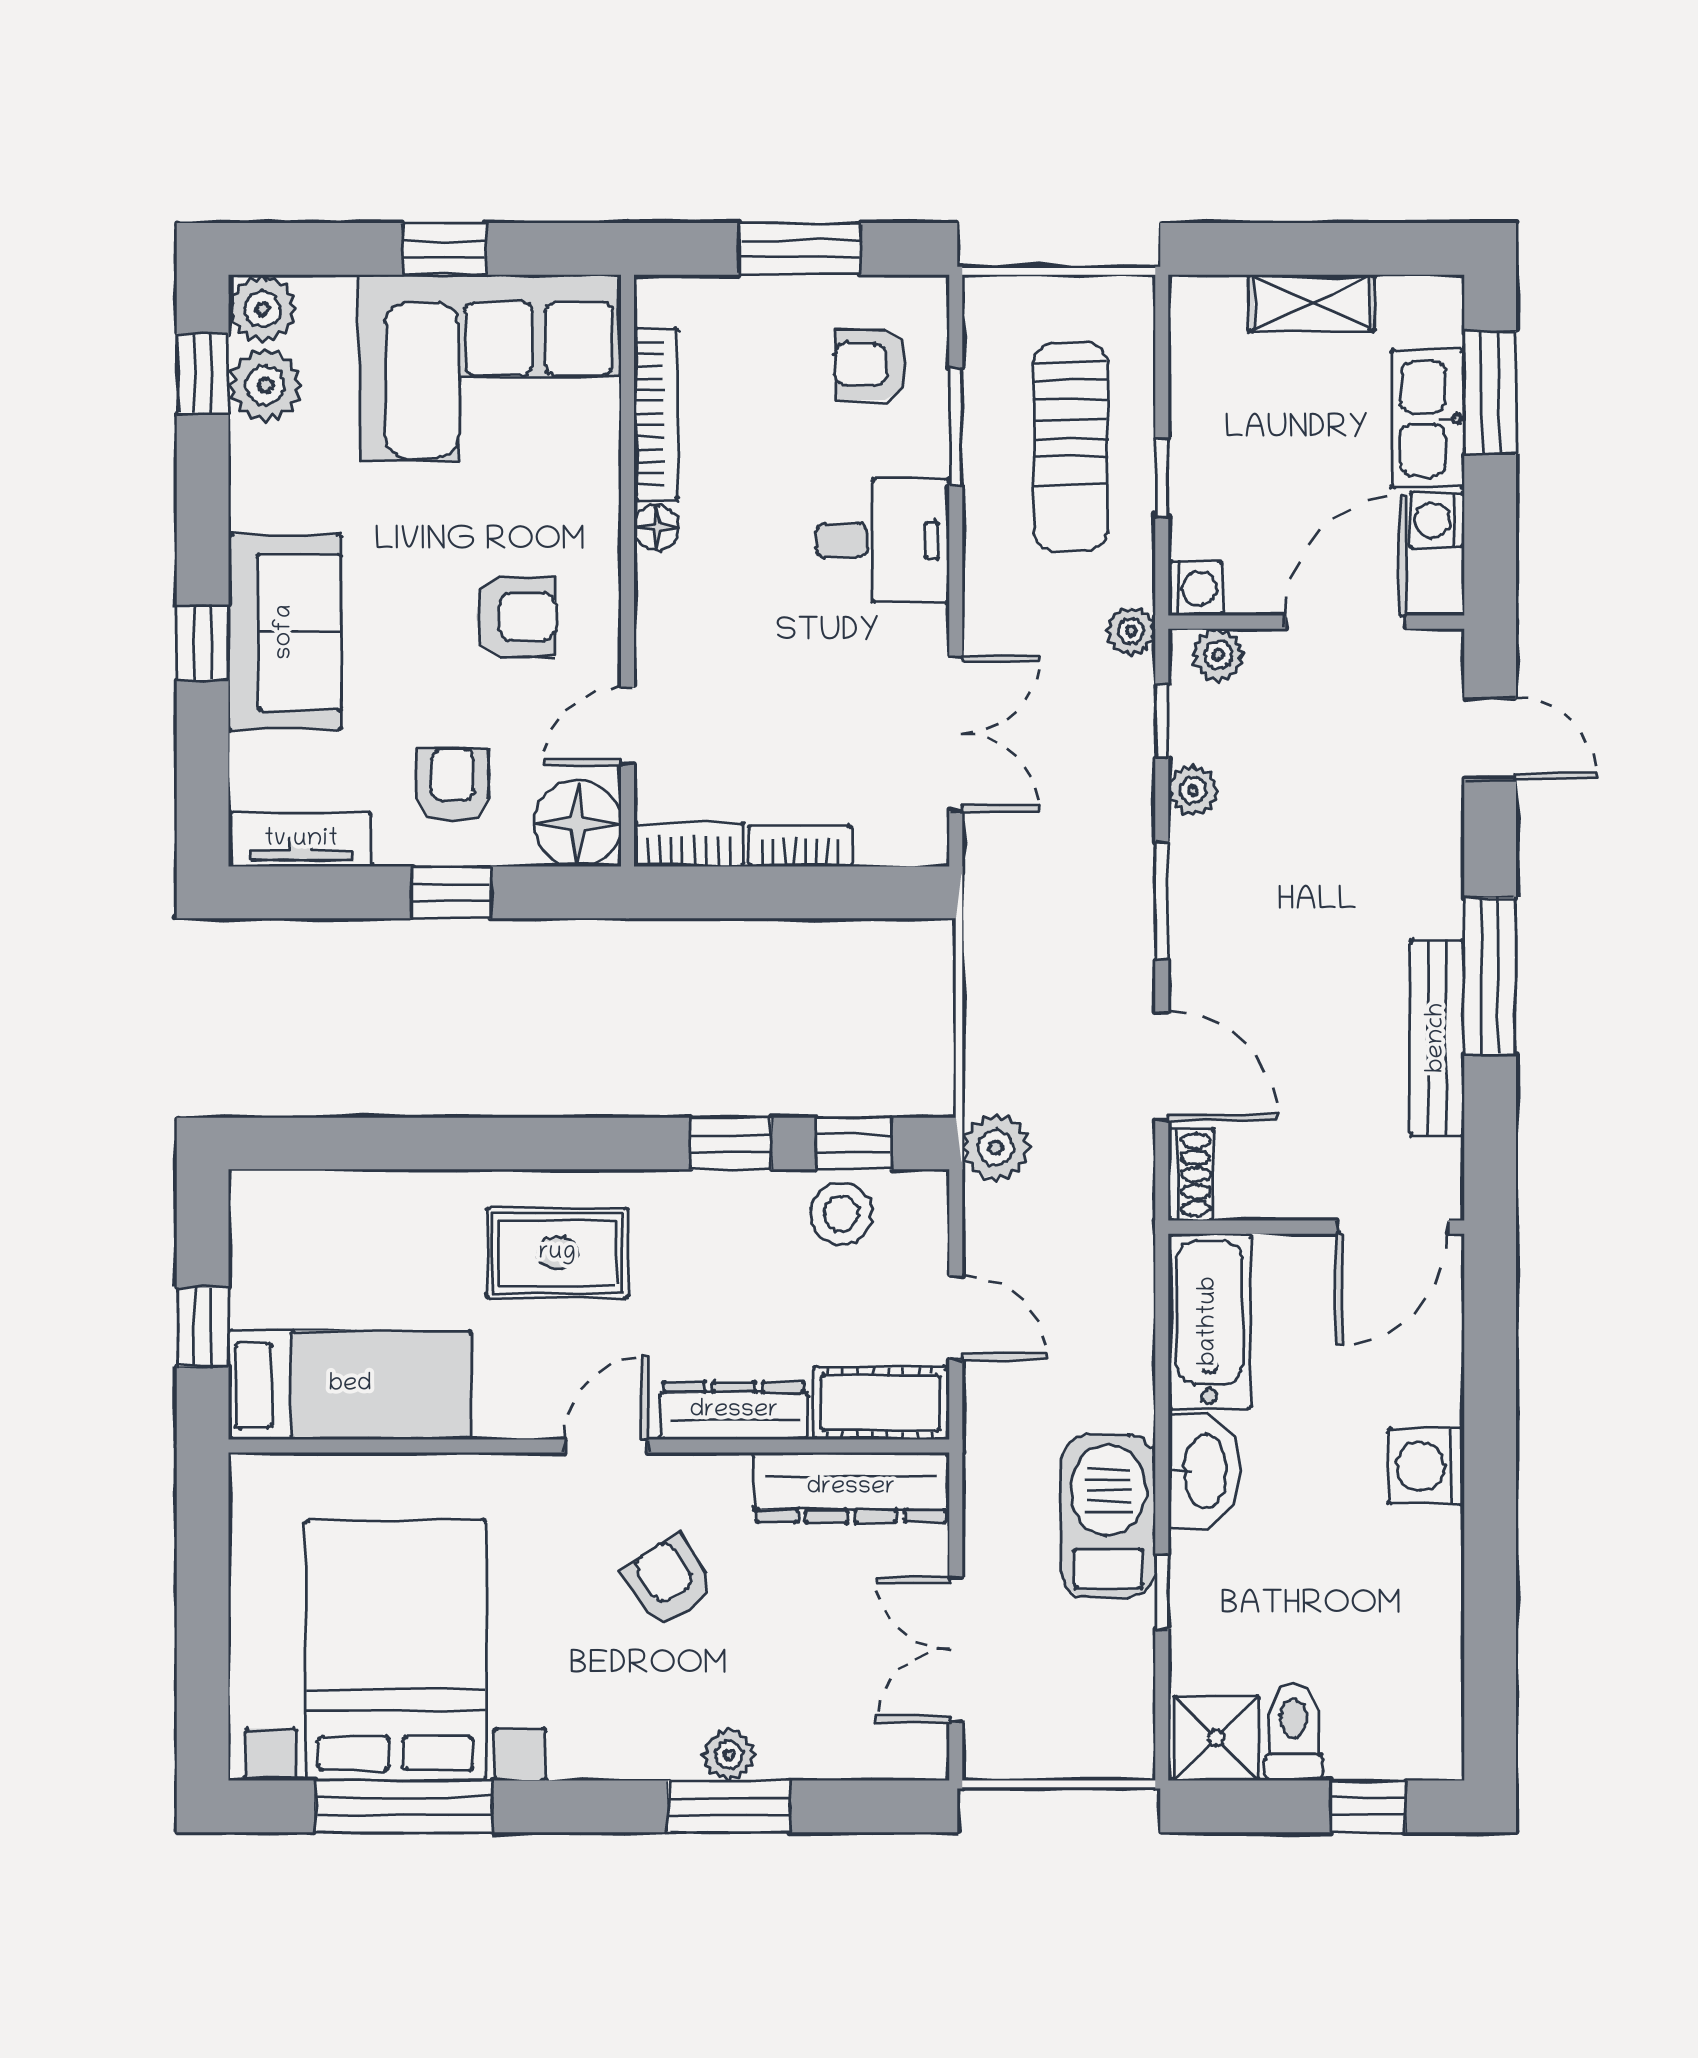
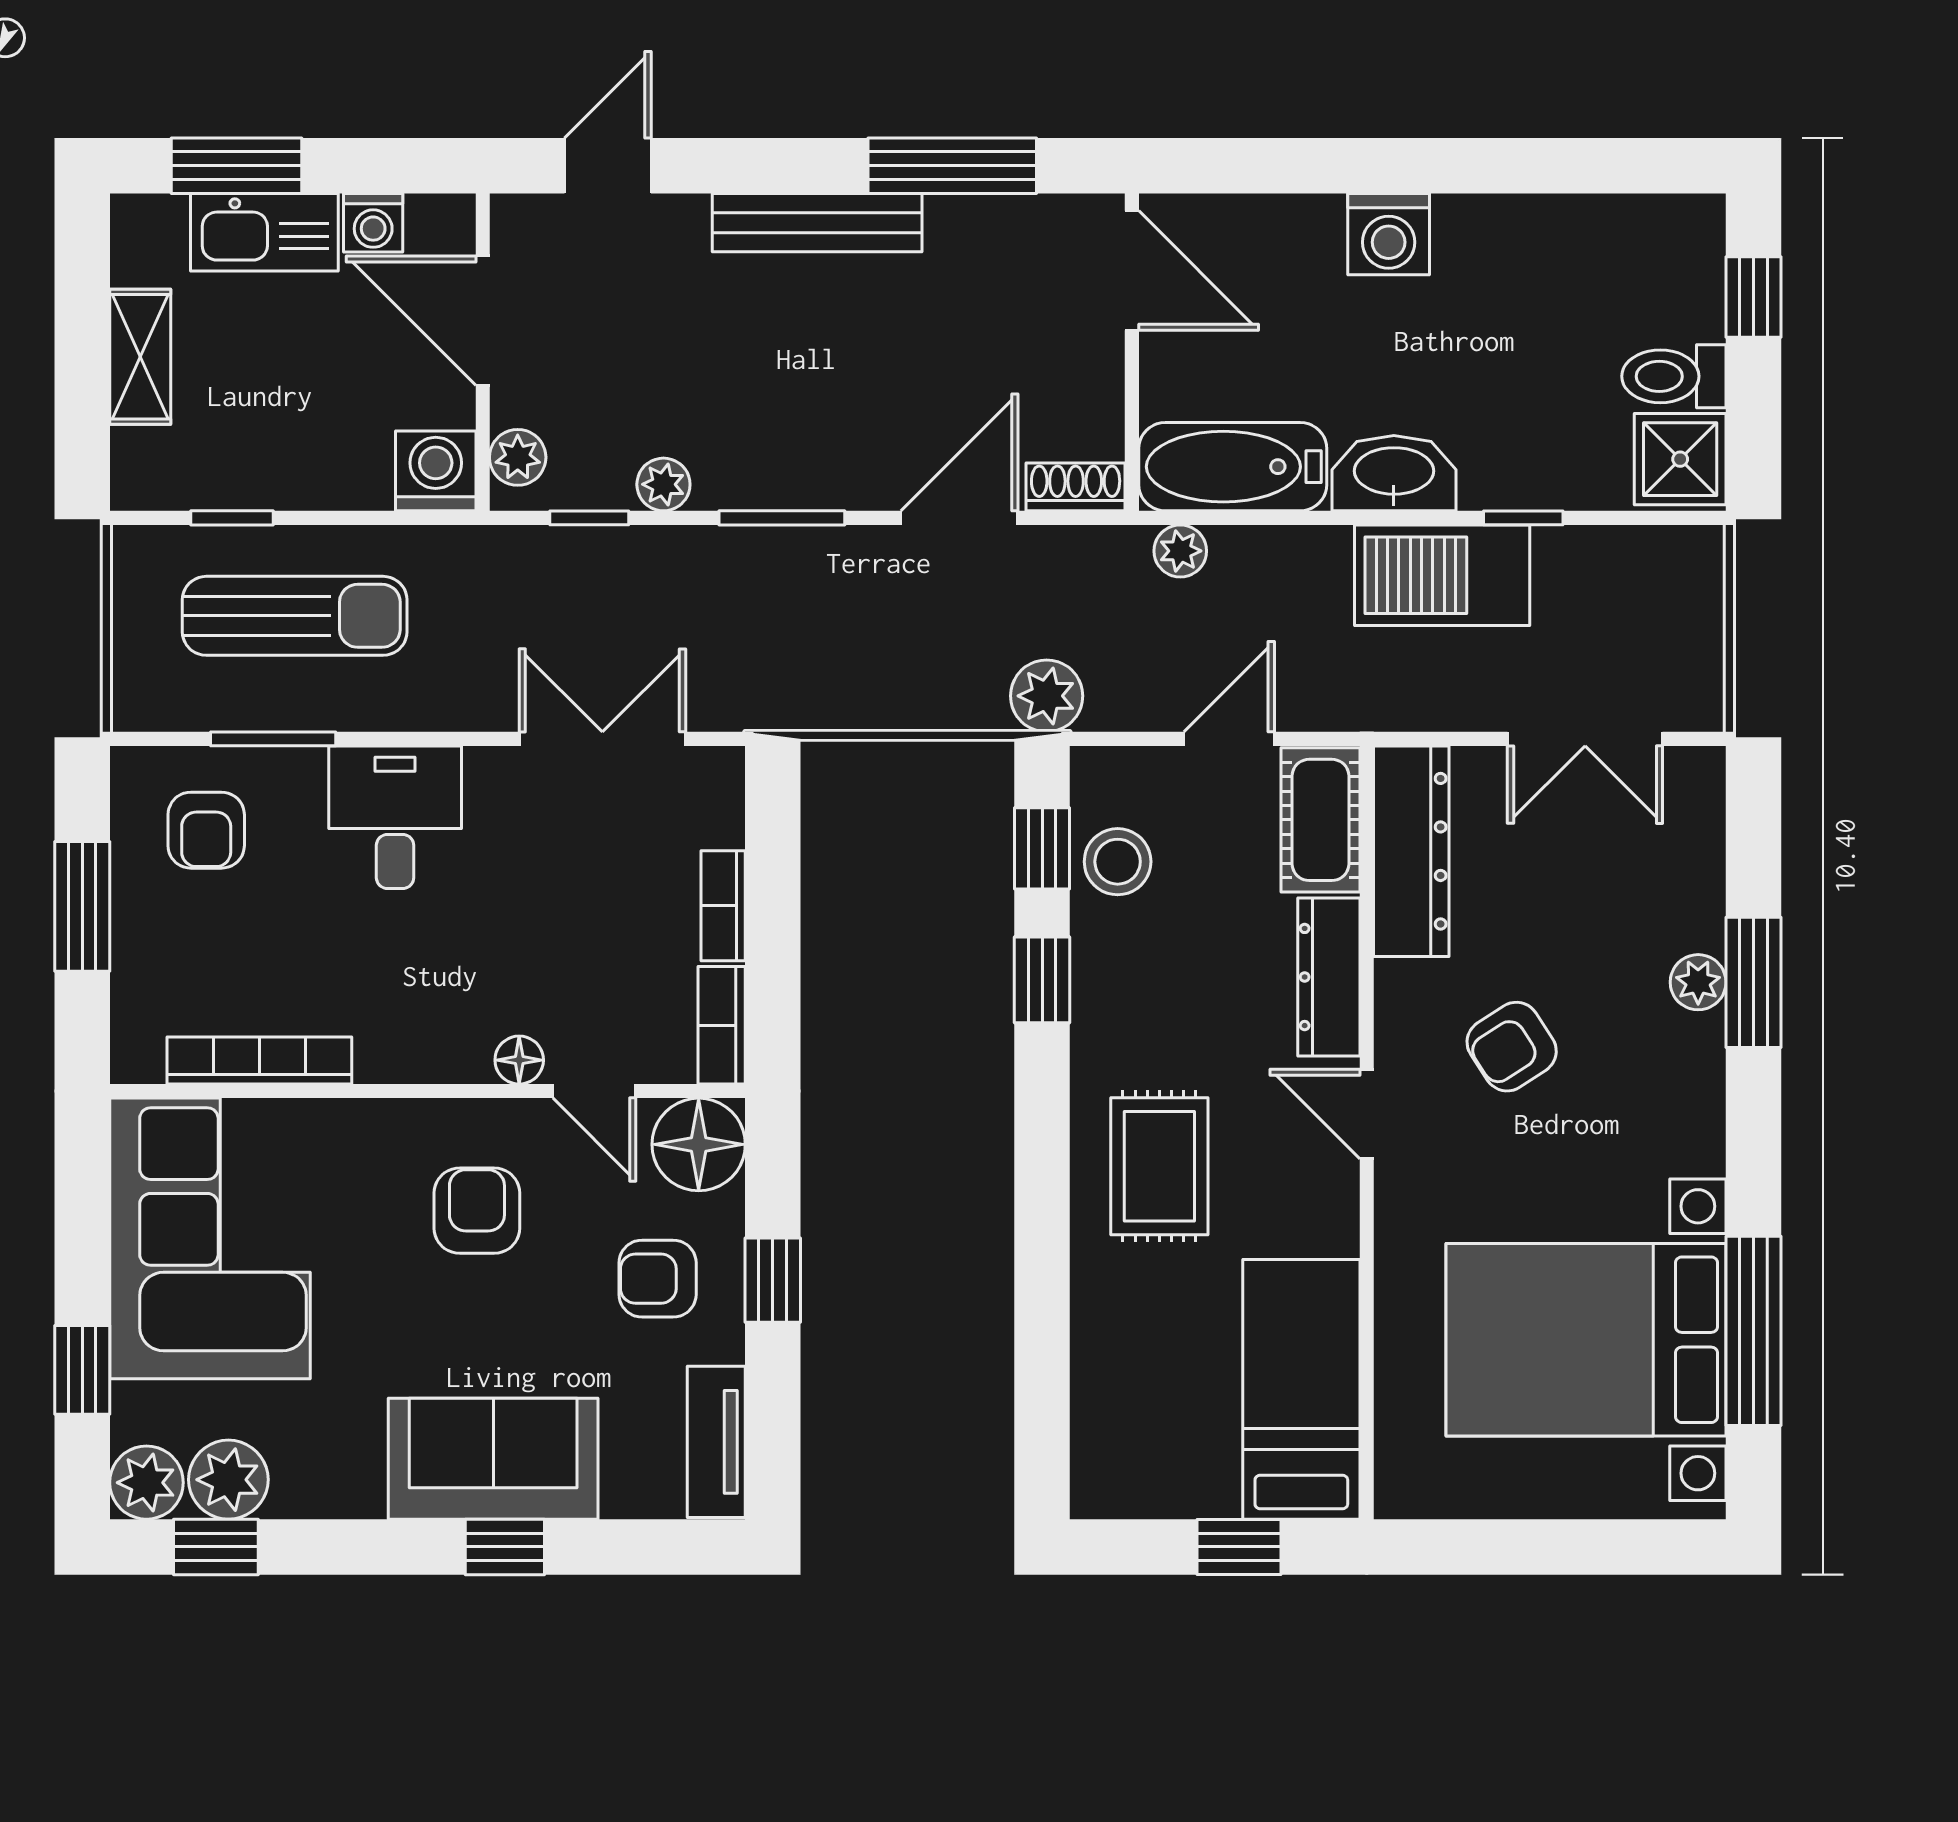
window: (445, 249) -> (82, 1370), moved
window: (1162, 477) -> (232, 518), moved
floor lamp: (656, 527) -> (519, 1060), moved
washing machine: (1195, 589) -> (436, 471), width x1.38, depth x1.38
plant: (1131, 631) -> (1180, 551), moved
window: (1490, 976) -> (952, 166), moved
bench: (1437, 1038) -> (817, 223), moved

